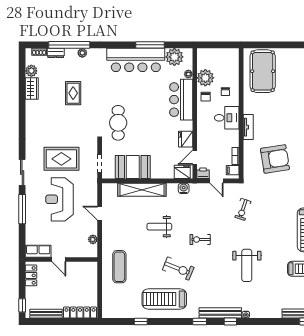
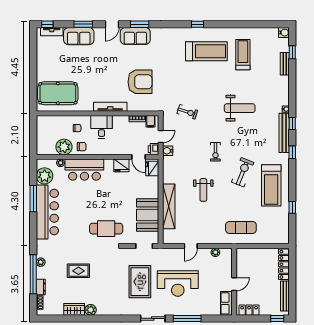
plant: (31, 71) -> (91, 310), moved
tv unit: (248, 127) -> (110, 107), width x1.41
armchair: (275, 159) -> (140, 82), turned 99
water cooler: (184, 188) -> (168, 151), moved

